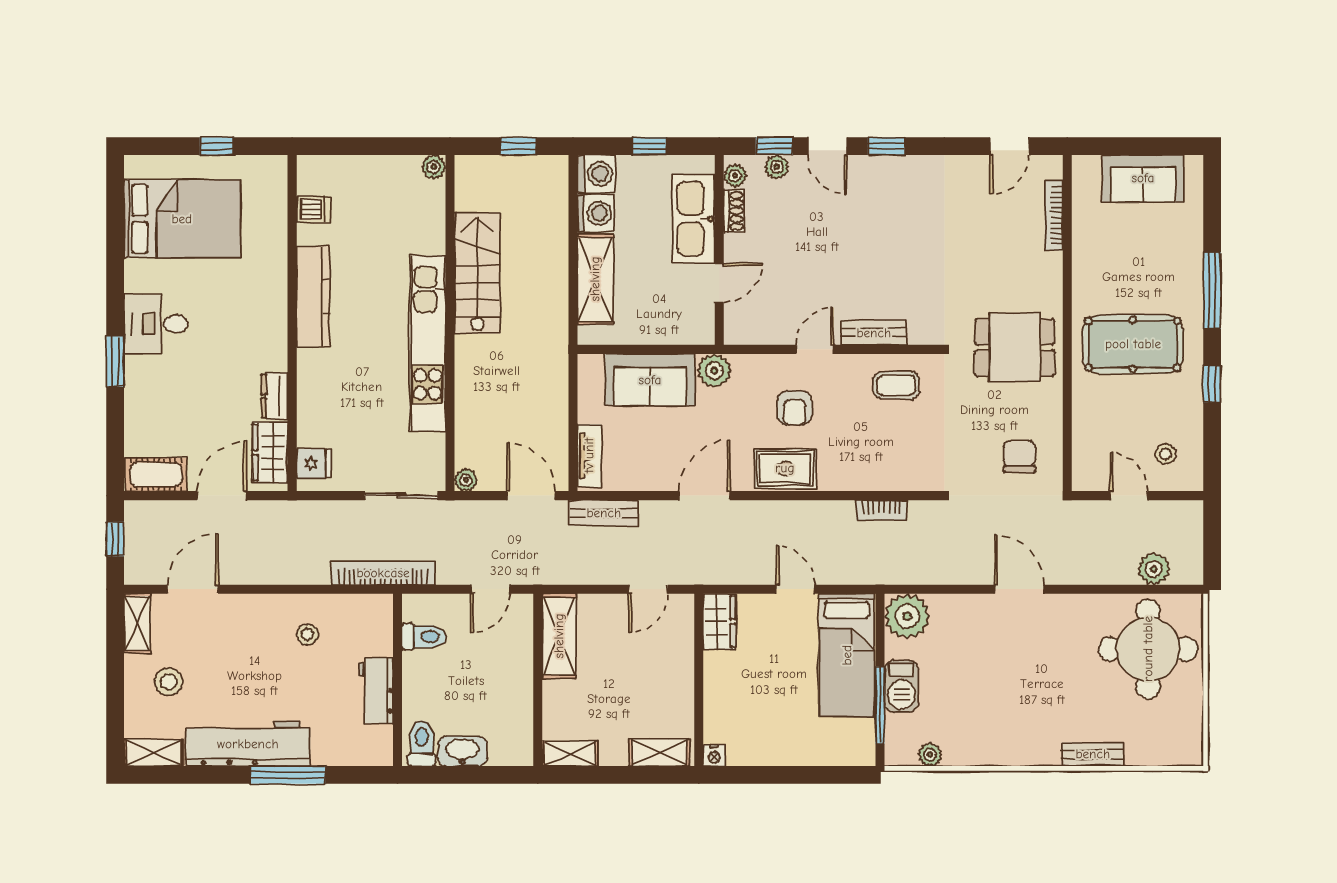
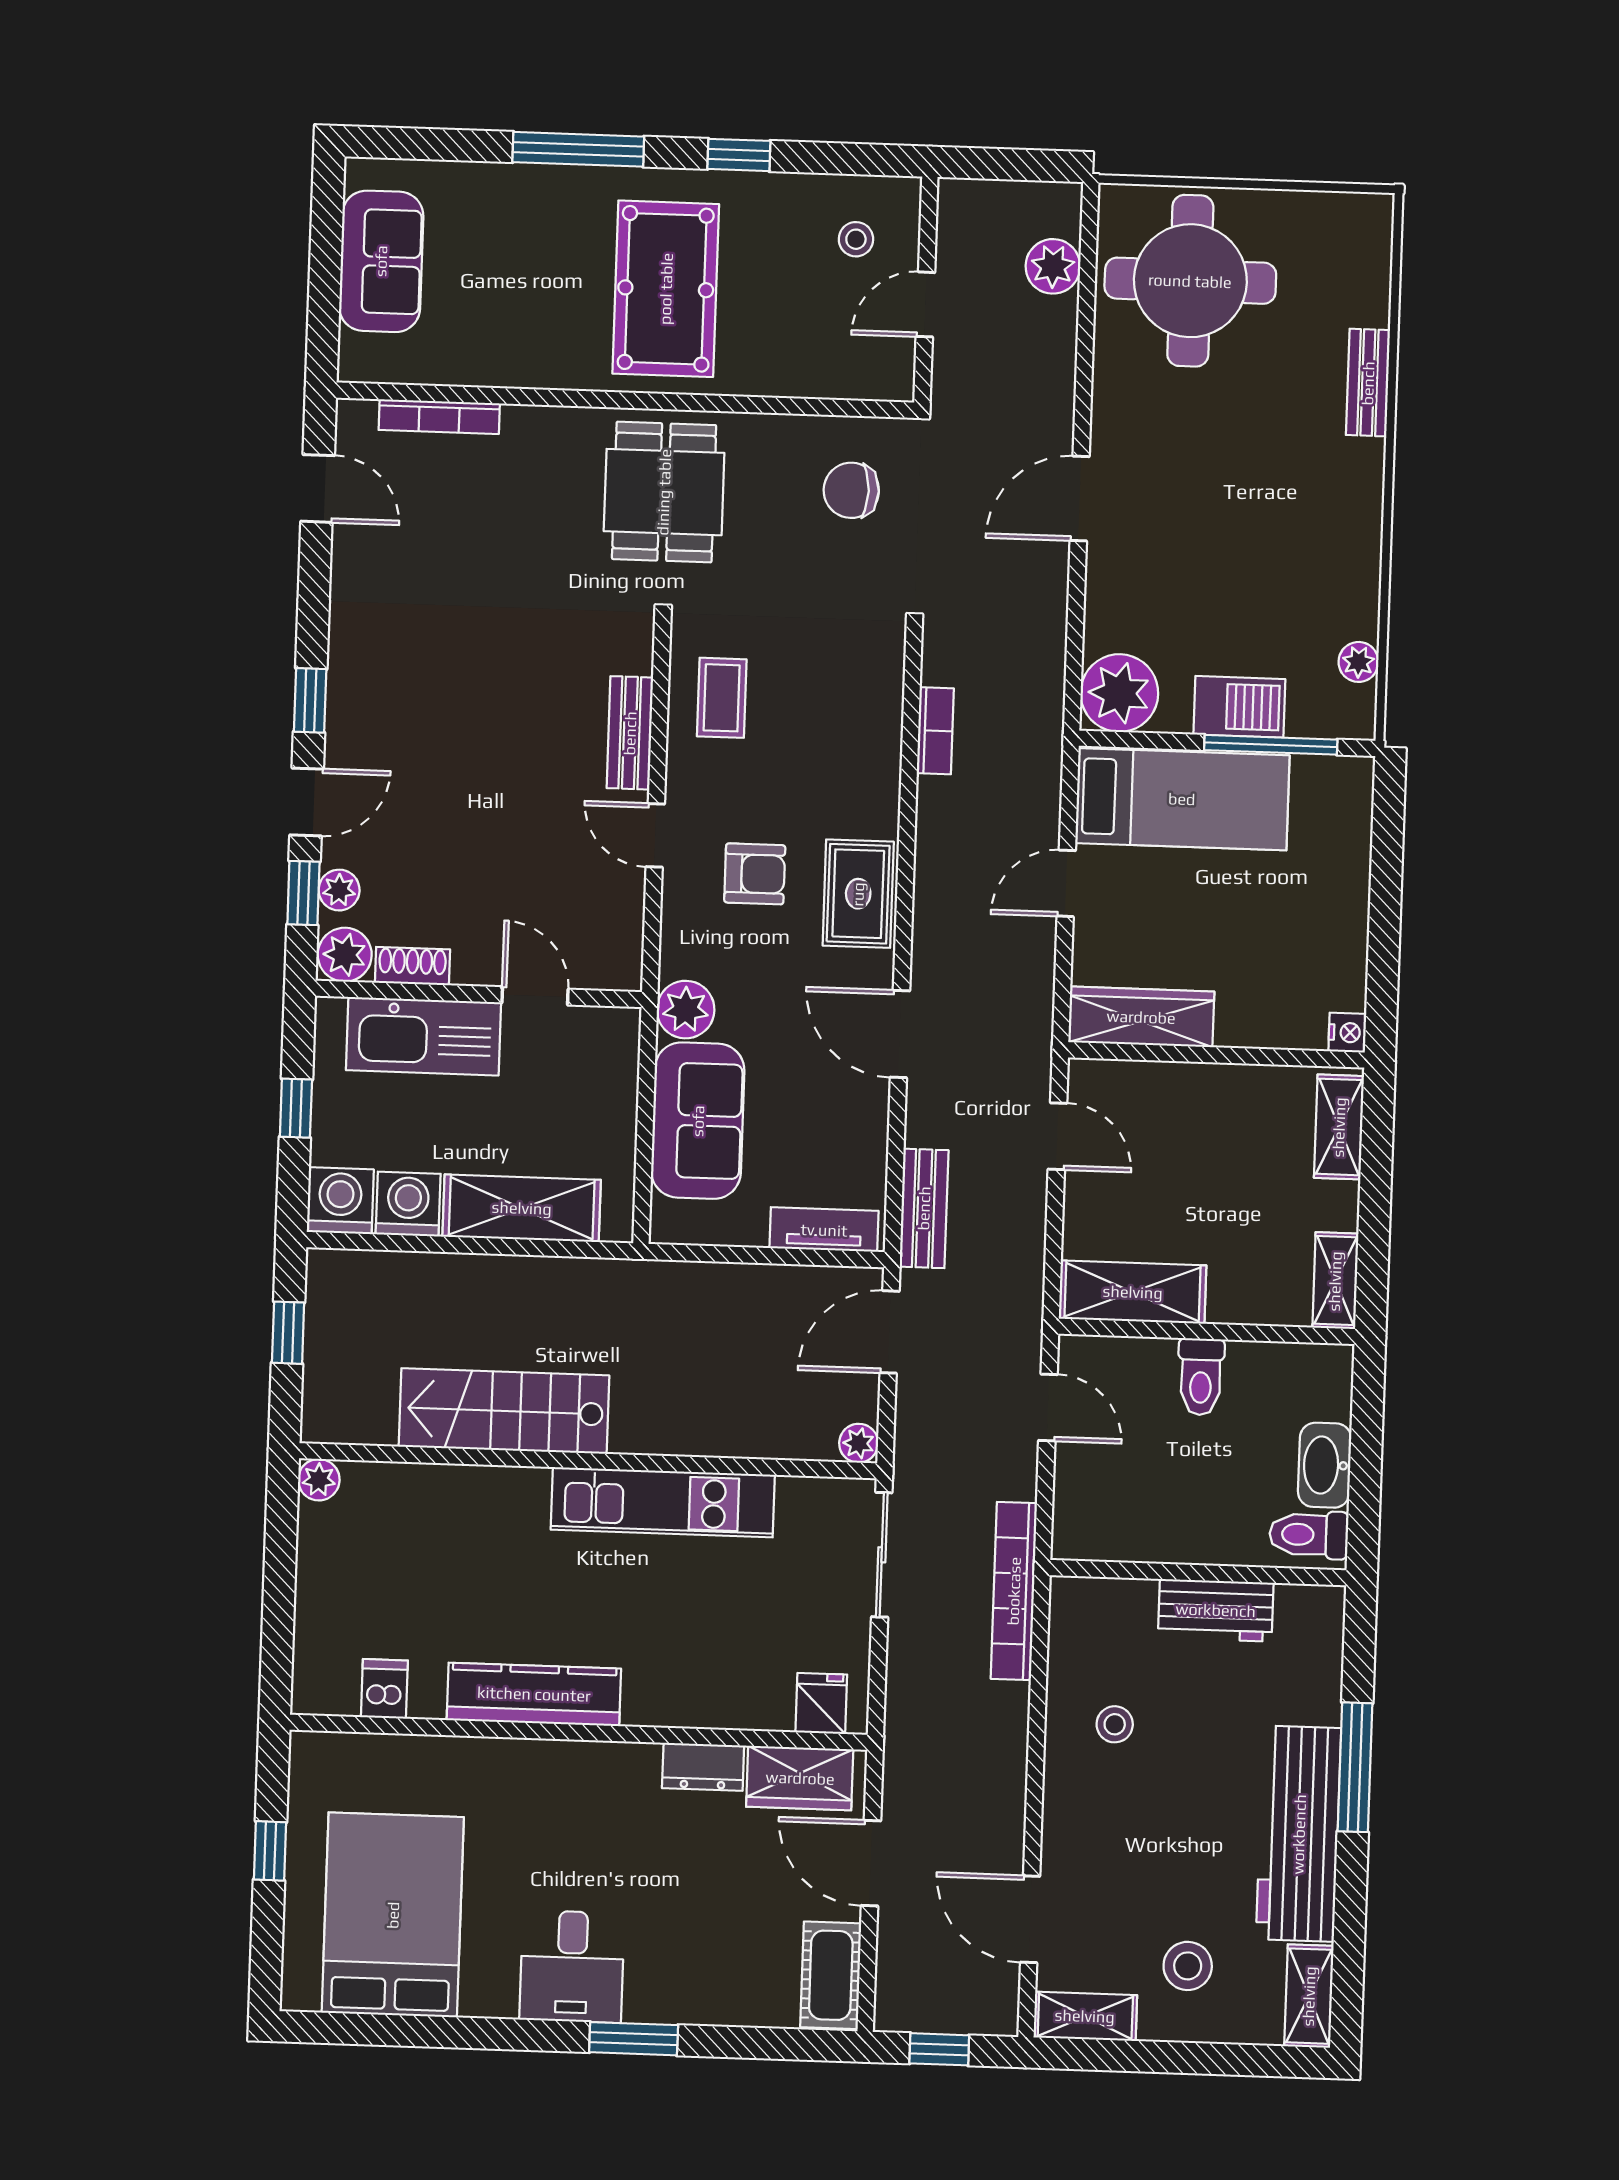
plant: (735, 176) -> (345, 955), width x1.38, depth x1.38
kitchen unit: (427, 344) -> (663, 1502), width x0.73
wardrobe: (719, 622) -> (1141, 1017), width x1.50
toilet: (424, 637) -> (1201, 1377), moved, turned 180

